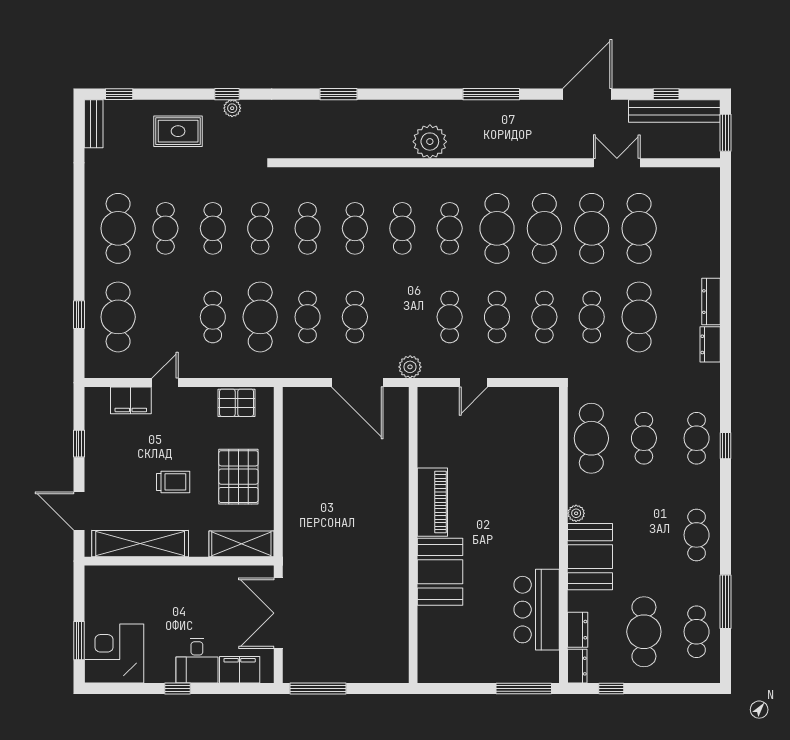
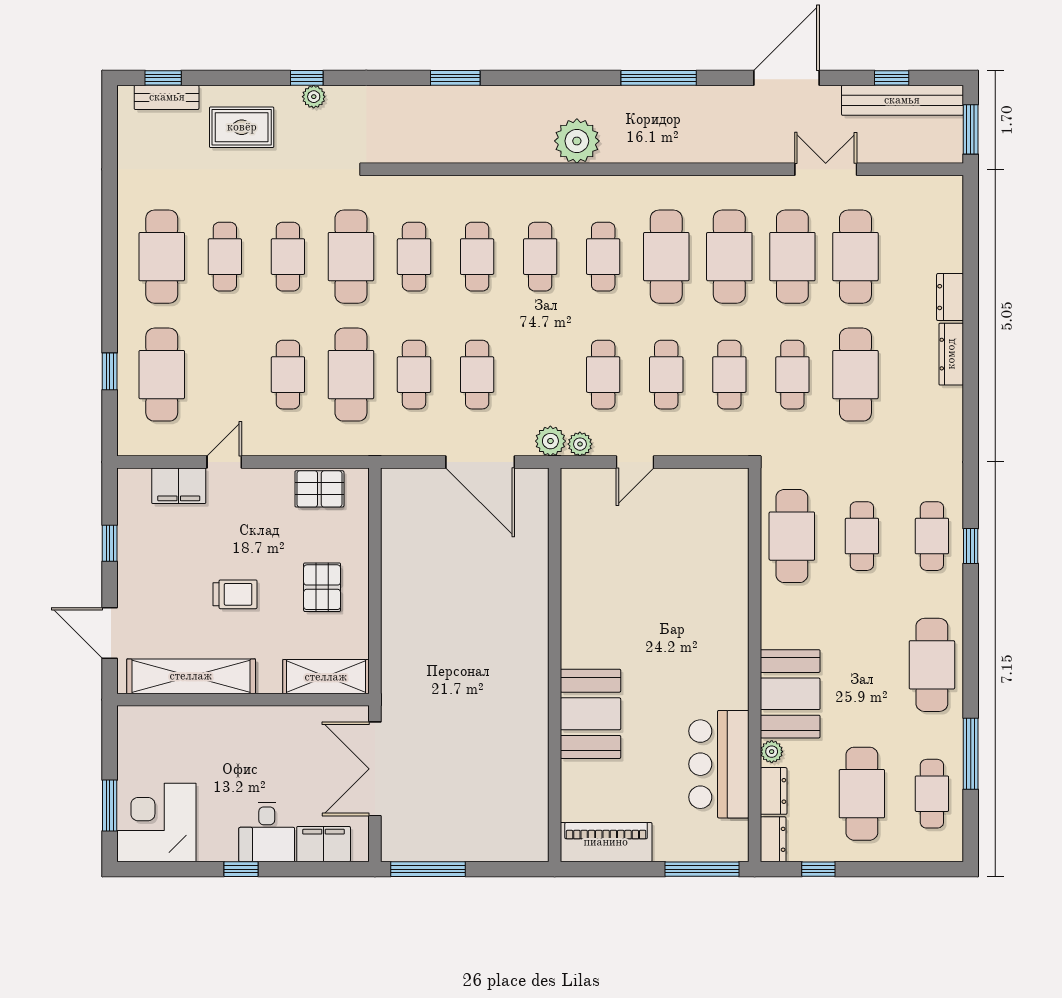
bench: (94, 124) -> (167, 97), moved, turned 90
cafe table: (260, 228) -> (351, 257), width x1.37, depth x1.35
dresser: (710, 344) -> (950, 297), moved
plant: (432, 369) -> (580, 444), added
pallet: (238, 477) -> (322, 587), width x0.67, depth x0.71
piano: (432, 502) -> (606, 842), moved, turned -90
plant: (576, 513) -> (772, 752), moved
cafe table: (697, 535) -> (932, 665), width x1.37, depth x1.35

